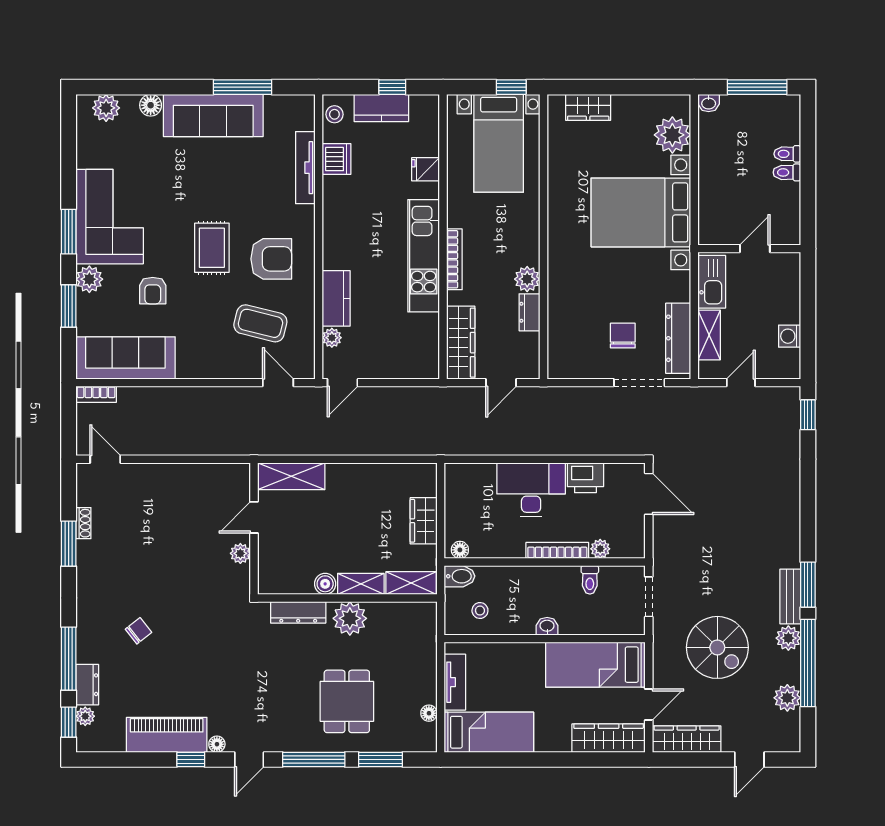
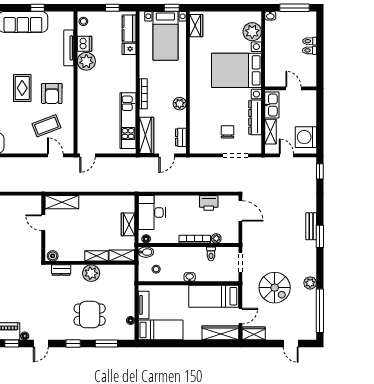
window: (243, 87) -> (38, 8), width x0.46
wardrobe: (588, 107) -> (196, 26), moved, turned -90
kitchen counter: (381, 108) -> (129, 28), moved, turned 90
door: (755, 249) -> (293, 88), hinge flipped
kitchen unit: (424, 256) -> (128, 121), moved
armchair: (271, 259) -> (52, 94), turned 90
kitchen counter: (336, 298) -> (84, 113), removed
dresser: (530, 312) -> (181, 137), moved
coffee table: (260, 323) -> (46, 126), turned -35
washing machine: (790, 336) -> (306, 137), width x1.89, depth x1.89
plant: (332, 338) -> (86, 61), moved, width x1.88, depth x1.88
dresser: (678, 338) -> (255, 117), moved
door: (741, 383) -> (286, 155), hinge flipped
desk: (531, 490) -> (152, 213), moved, turned -90
door: (254, 517) -> (43, 223), hinge flipped
plant: (240, 553) -> (36, 241), removed
boiler: (325, 584) -> (53, 256), moved
window: (808, 585) -> (320, 236), moved
bench: (790, 596) -> (311, 226), moved
dresser: (298, 612) -> (61, 270), width x0.70
window: (808, 663) -> (320, 311), moved
plant: (787, 698) -> (310, 313), removed
dining table: (347, 701) -> (90, 315), turned 90
wardrobe: (687, 739) -> (254, 333), width x0.67
window: (314, 759) -> (73, 344), width x0.46
door: (749, 759) -> (291, 344), hinge flipped

